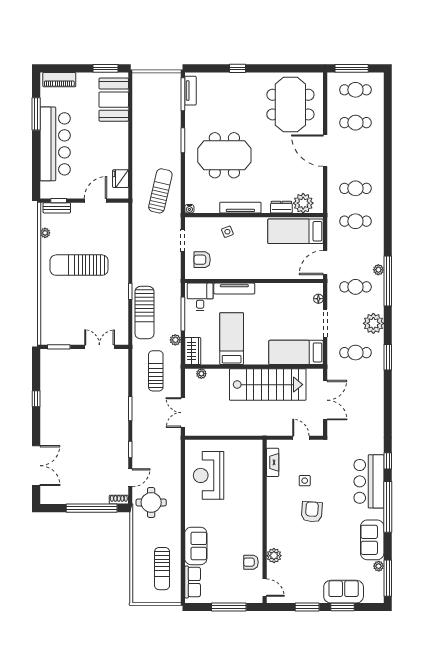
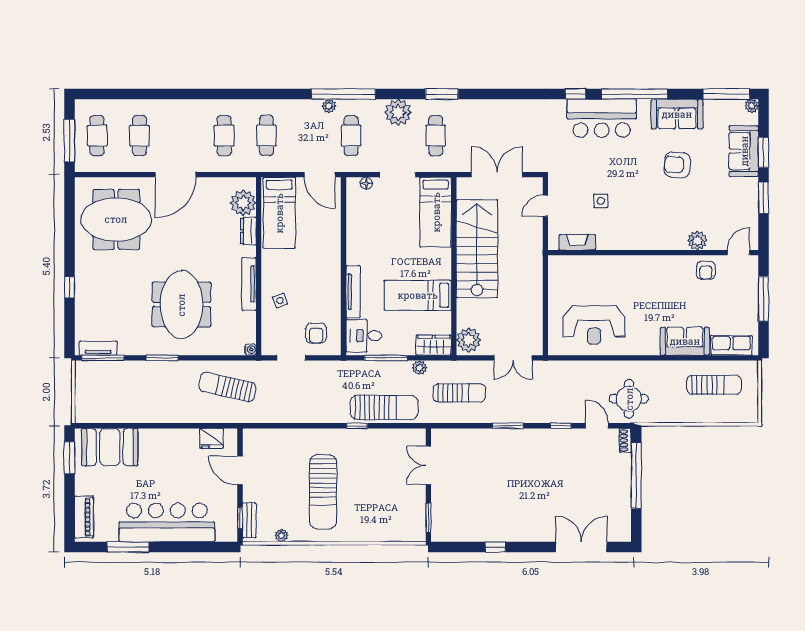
sun lounger: (156, 371) -> (459, 393), turned 180
plant: (201, 374) -> (469, 340), width x1.87, depth x1.87
armchair: (312, 512) -> (677, 165), moved
plant: (379, 566) -> (752, 106), moved

